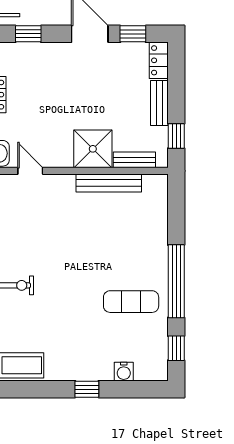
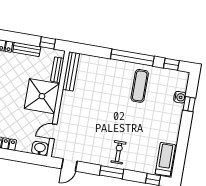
shower: (93, 149) -> (42, 96), width x1.37, depth x1.37
bench: (109, 183) -> (71, 71), moved
window: (87, 389) -> (189, 104), moved

